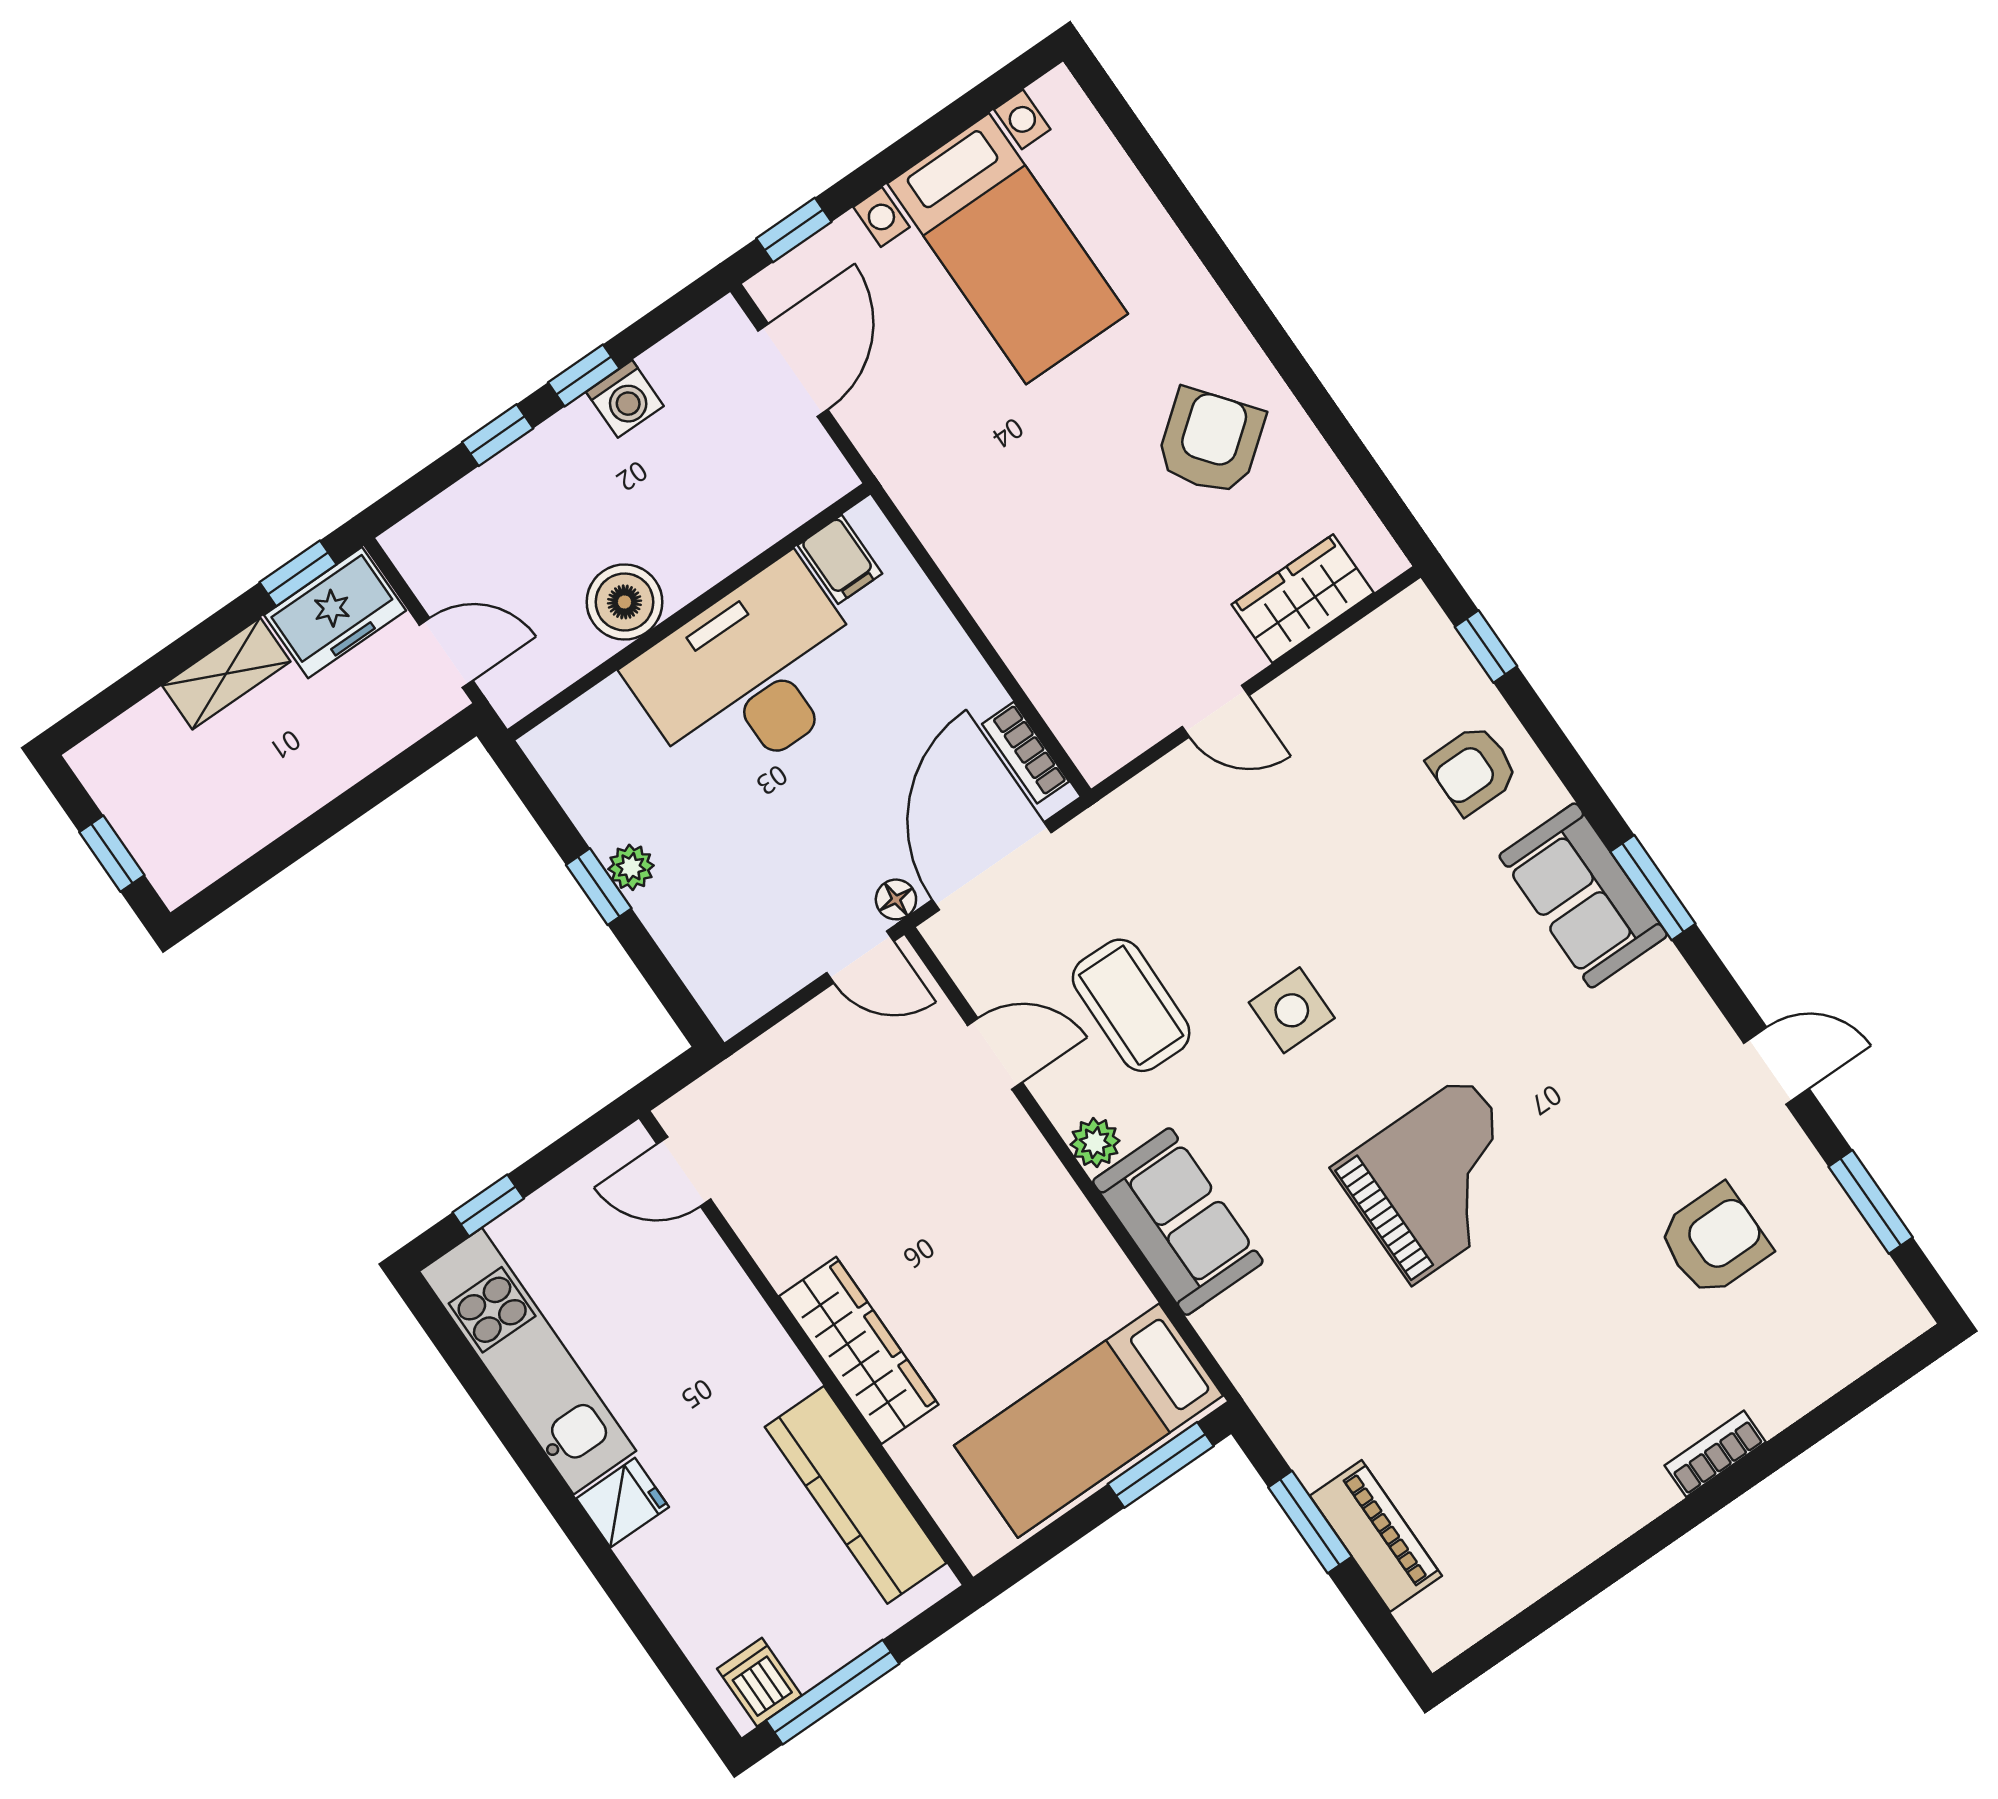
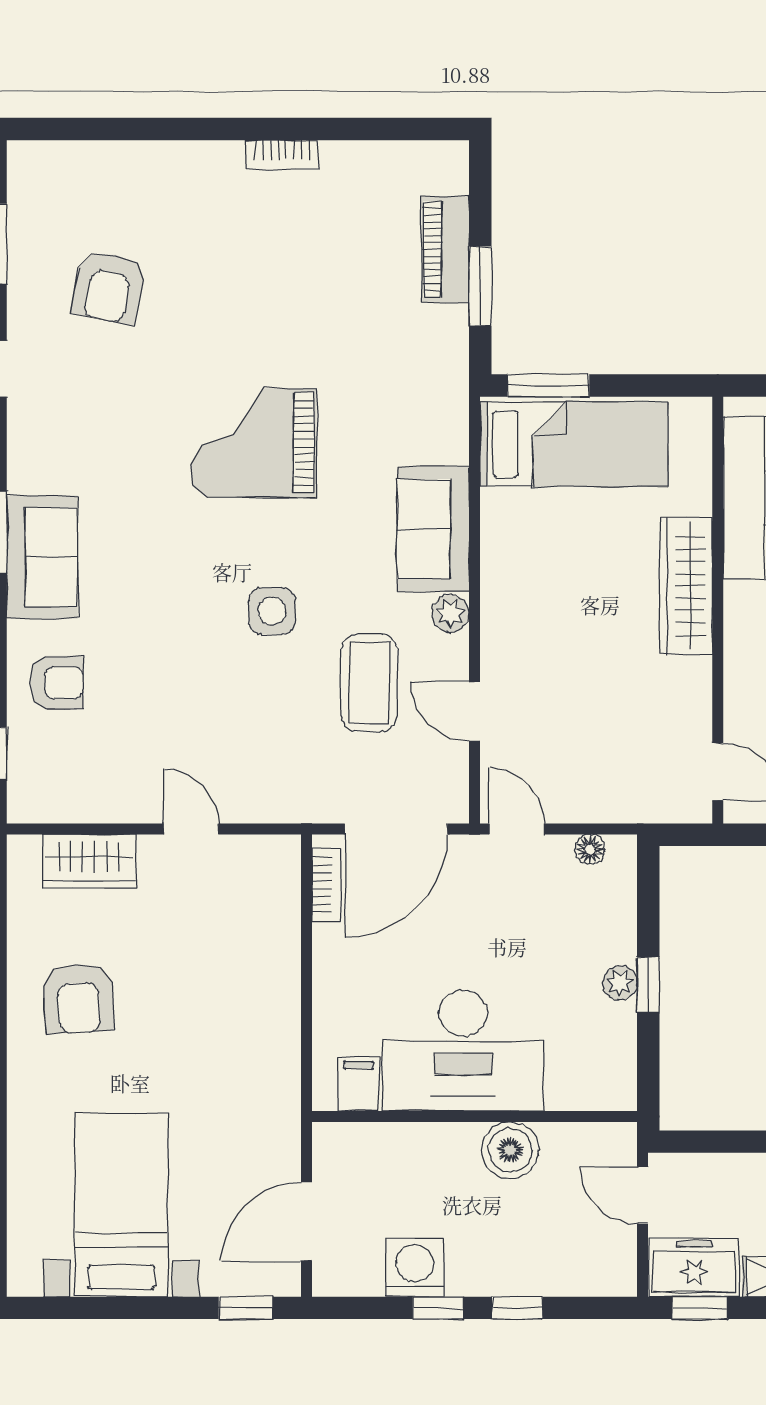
washing machine: (625, 399) -> (415, 1268), width x1.38, depth x1.38
armchair: (1210, 442) -> (78, 998), turned -55
floor lamp: (896, 899) -> (590, 849), moved
armchair: (1714, 1240) -> (109, 287), turned -78
bookcase: (1715, 1454) -> (282, 155), moved

